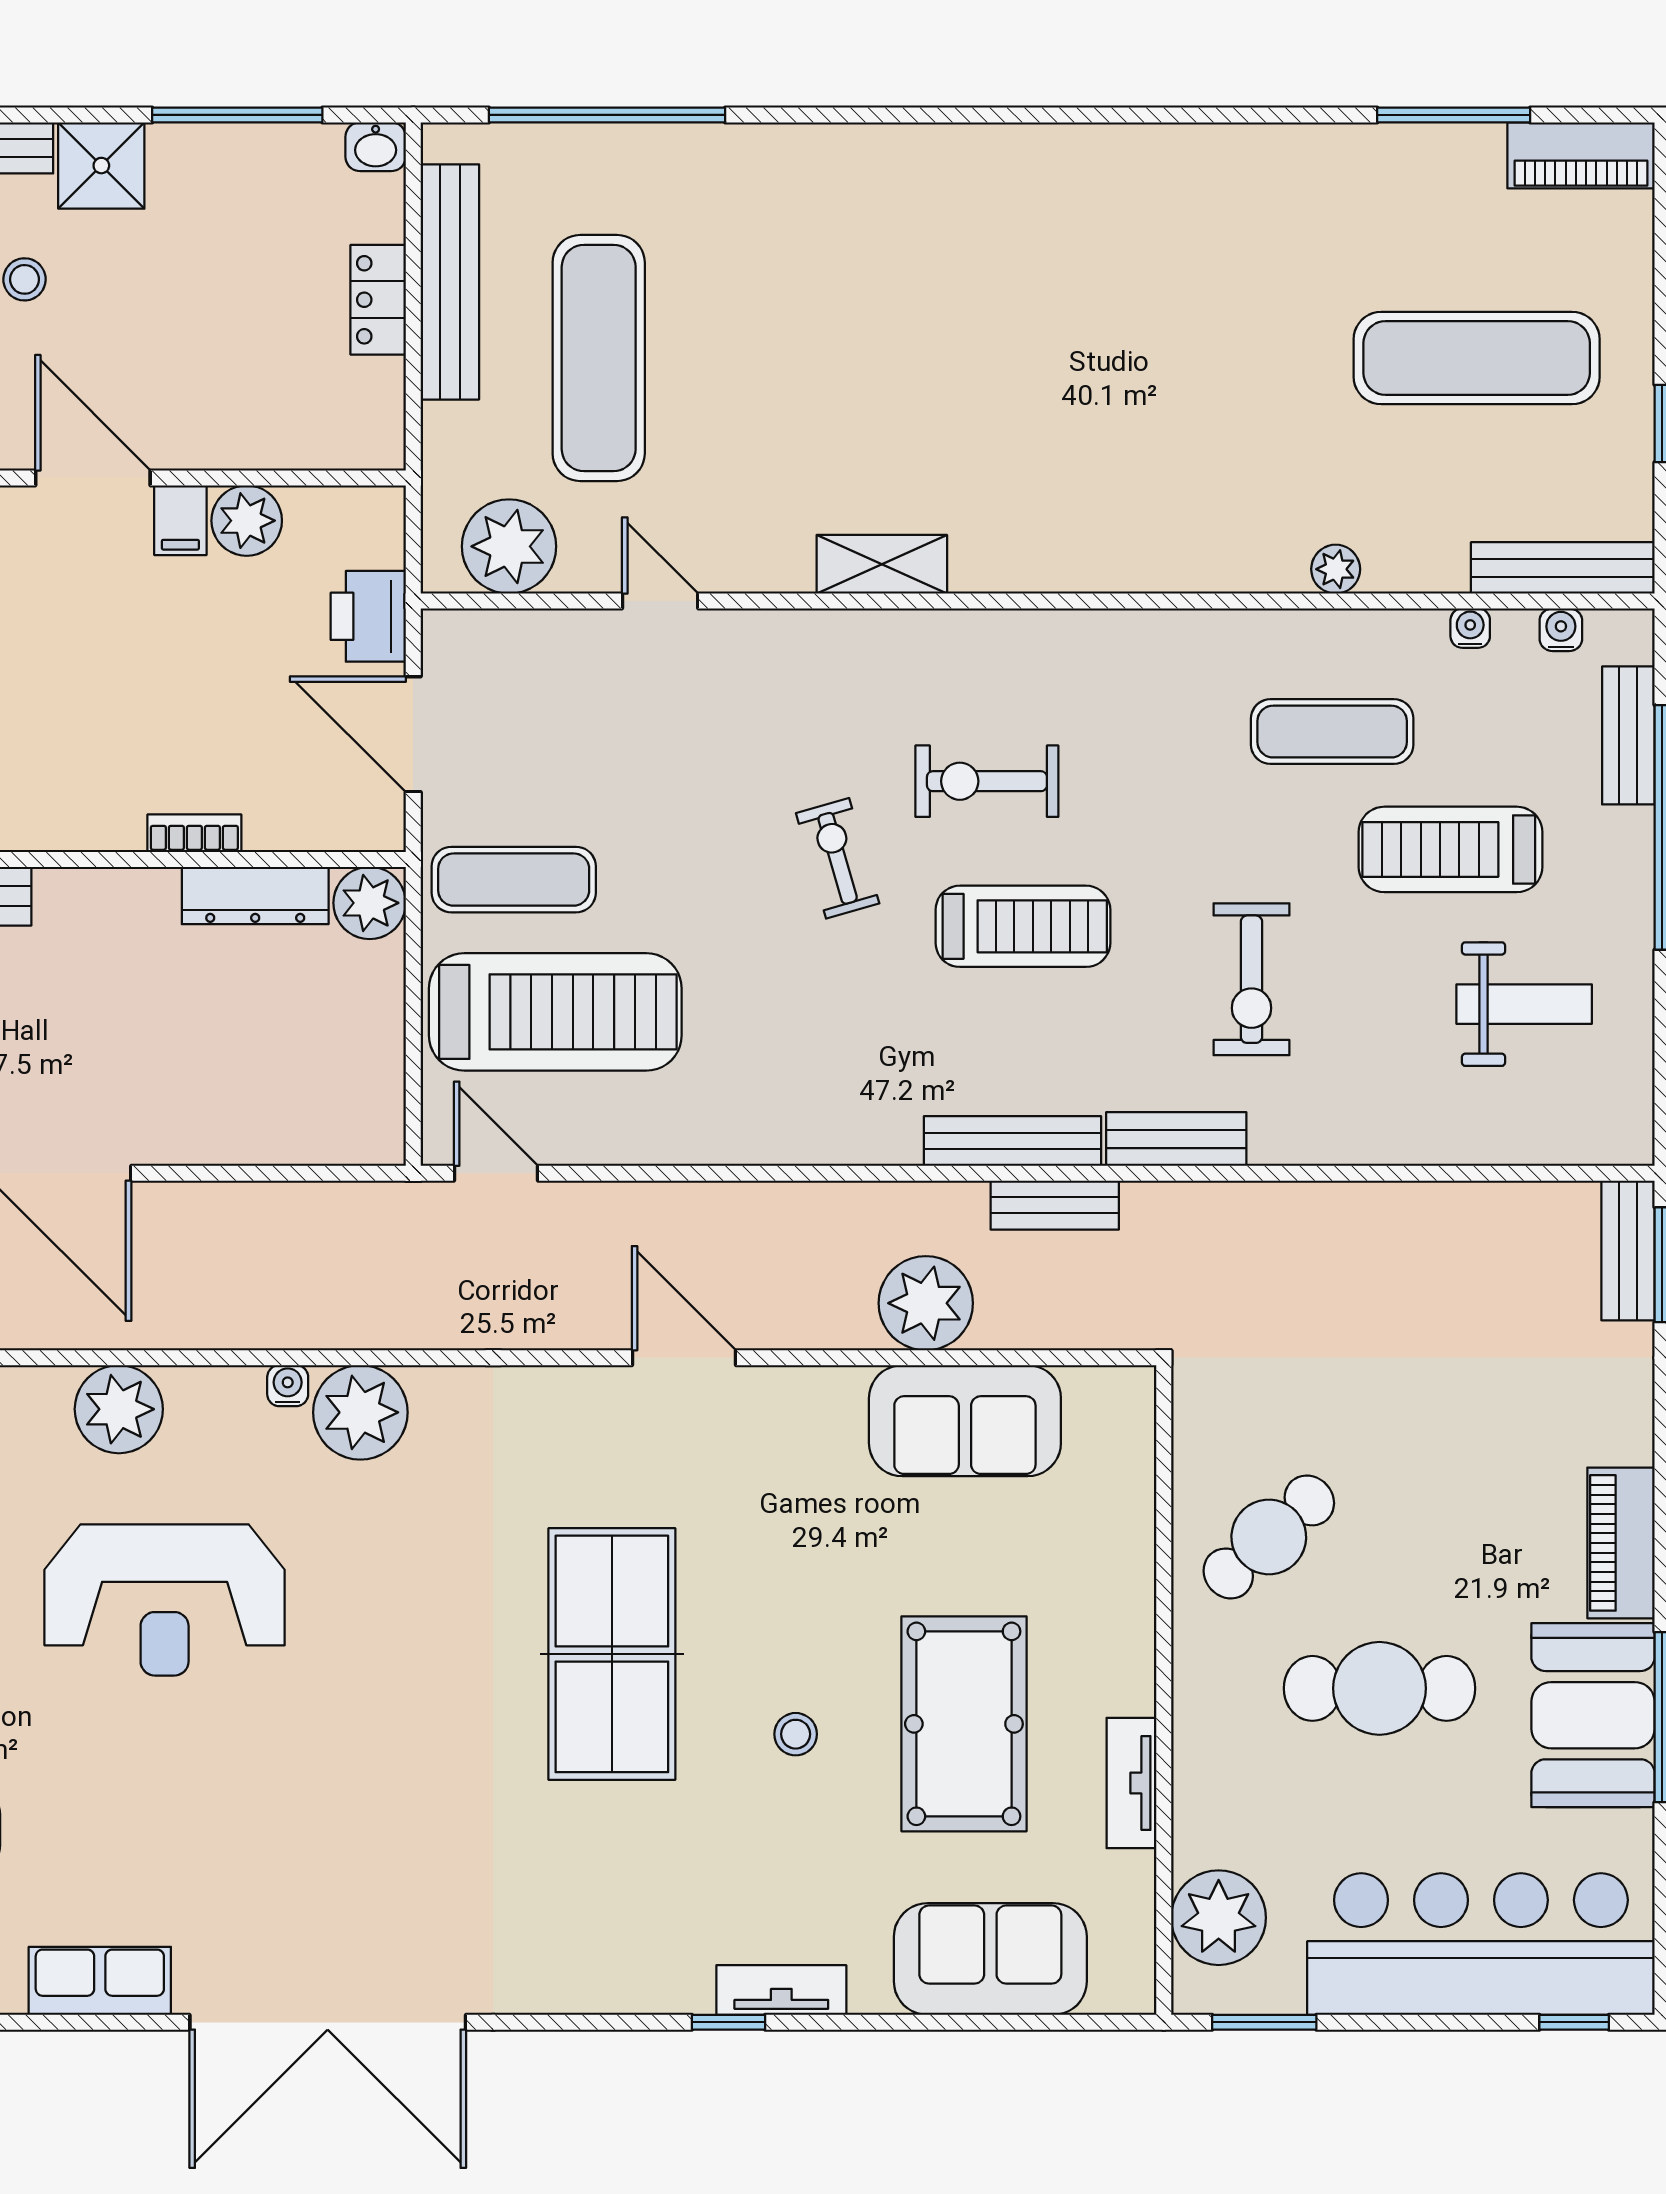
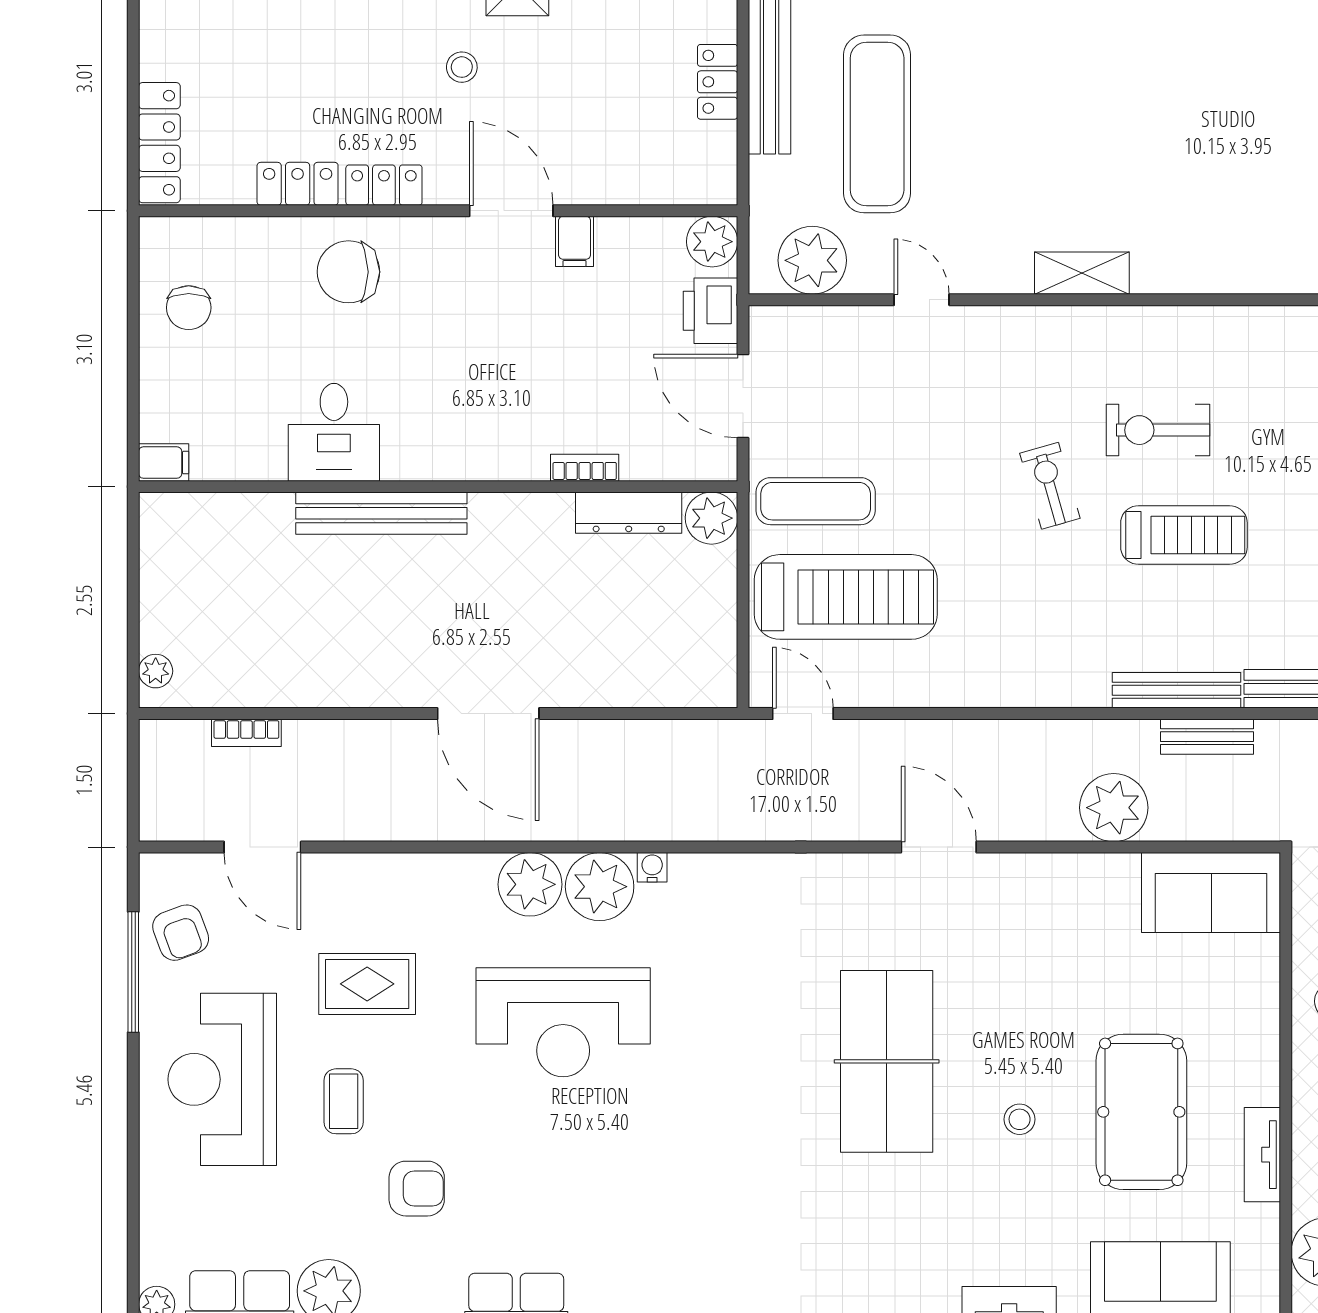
plant: (247, 521) -> (712, 242), moved
plant: (360, 1412) -> (600, 887), moved
sofa: (965, 1421) -> (1211, 893), moved

